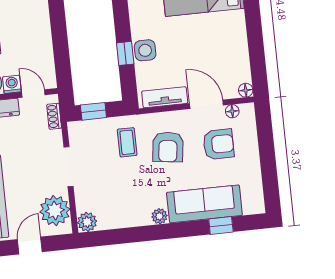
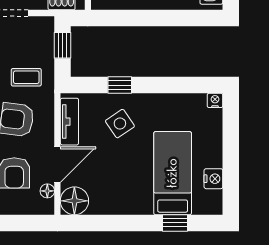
side table: (145, 50) -> (120, 124), moved, turned -34
floor lamp: (246, 90) -> (74, 201), width x1.89, depth x1.89

